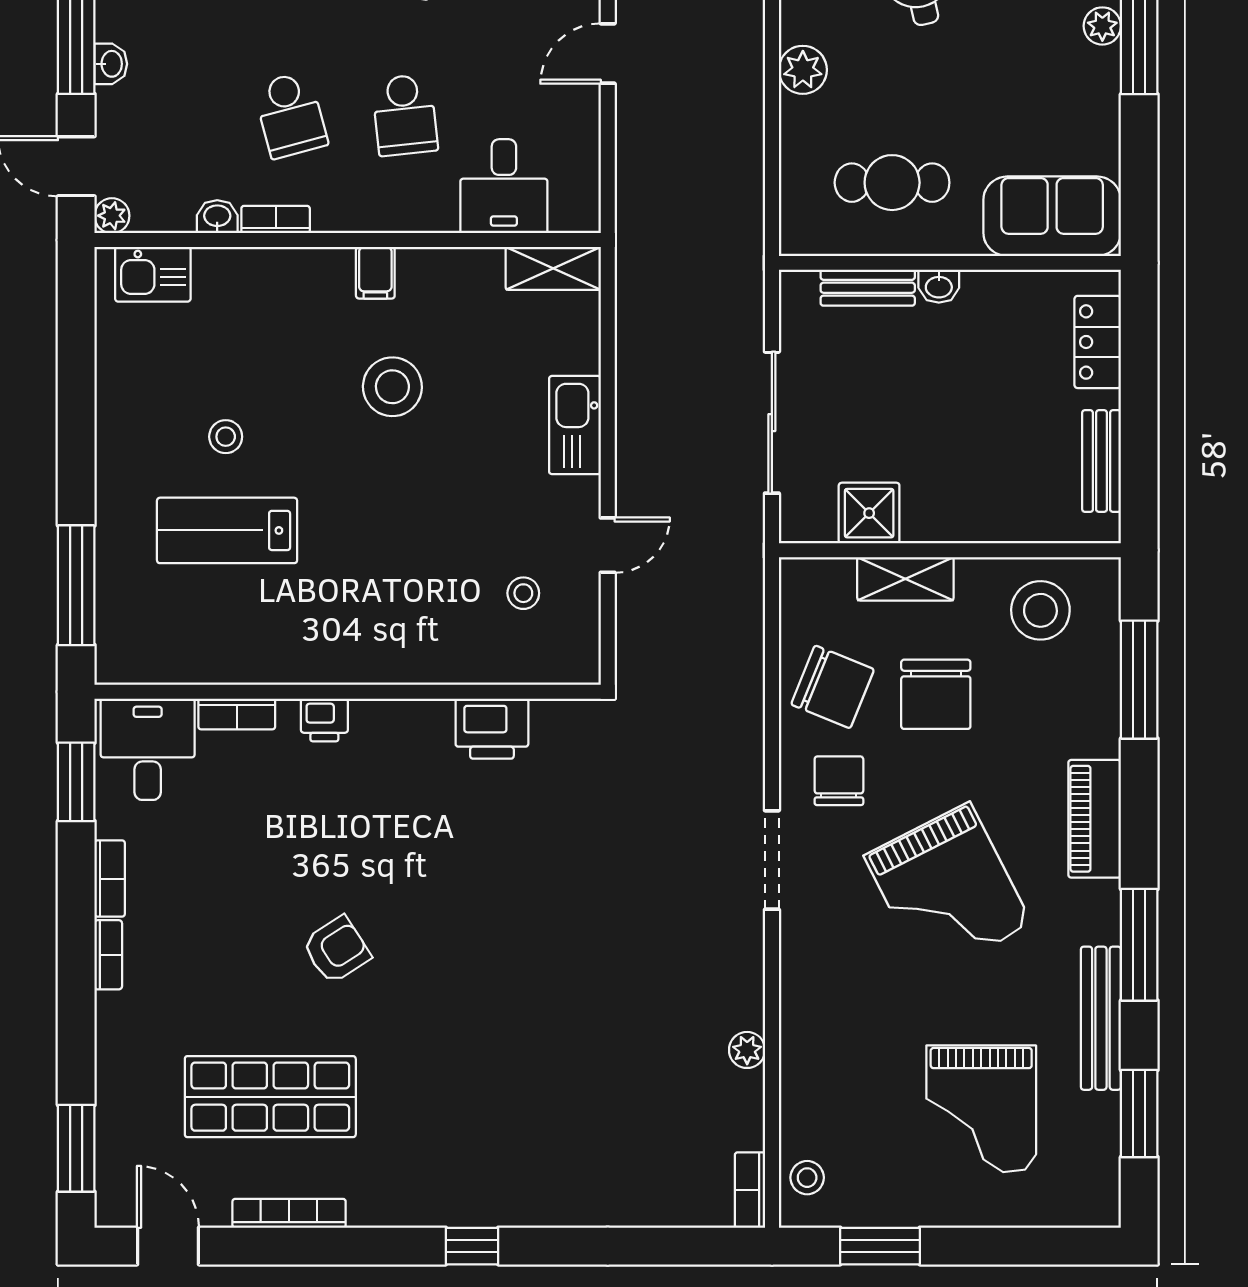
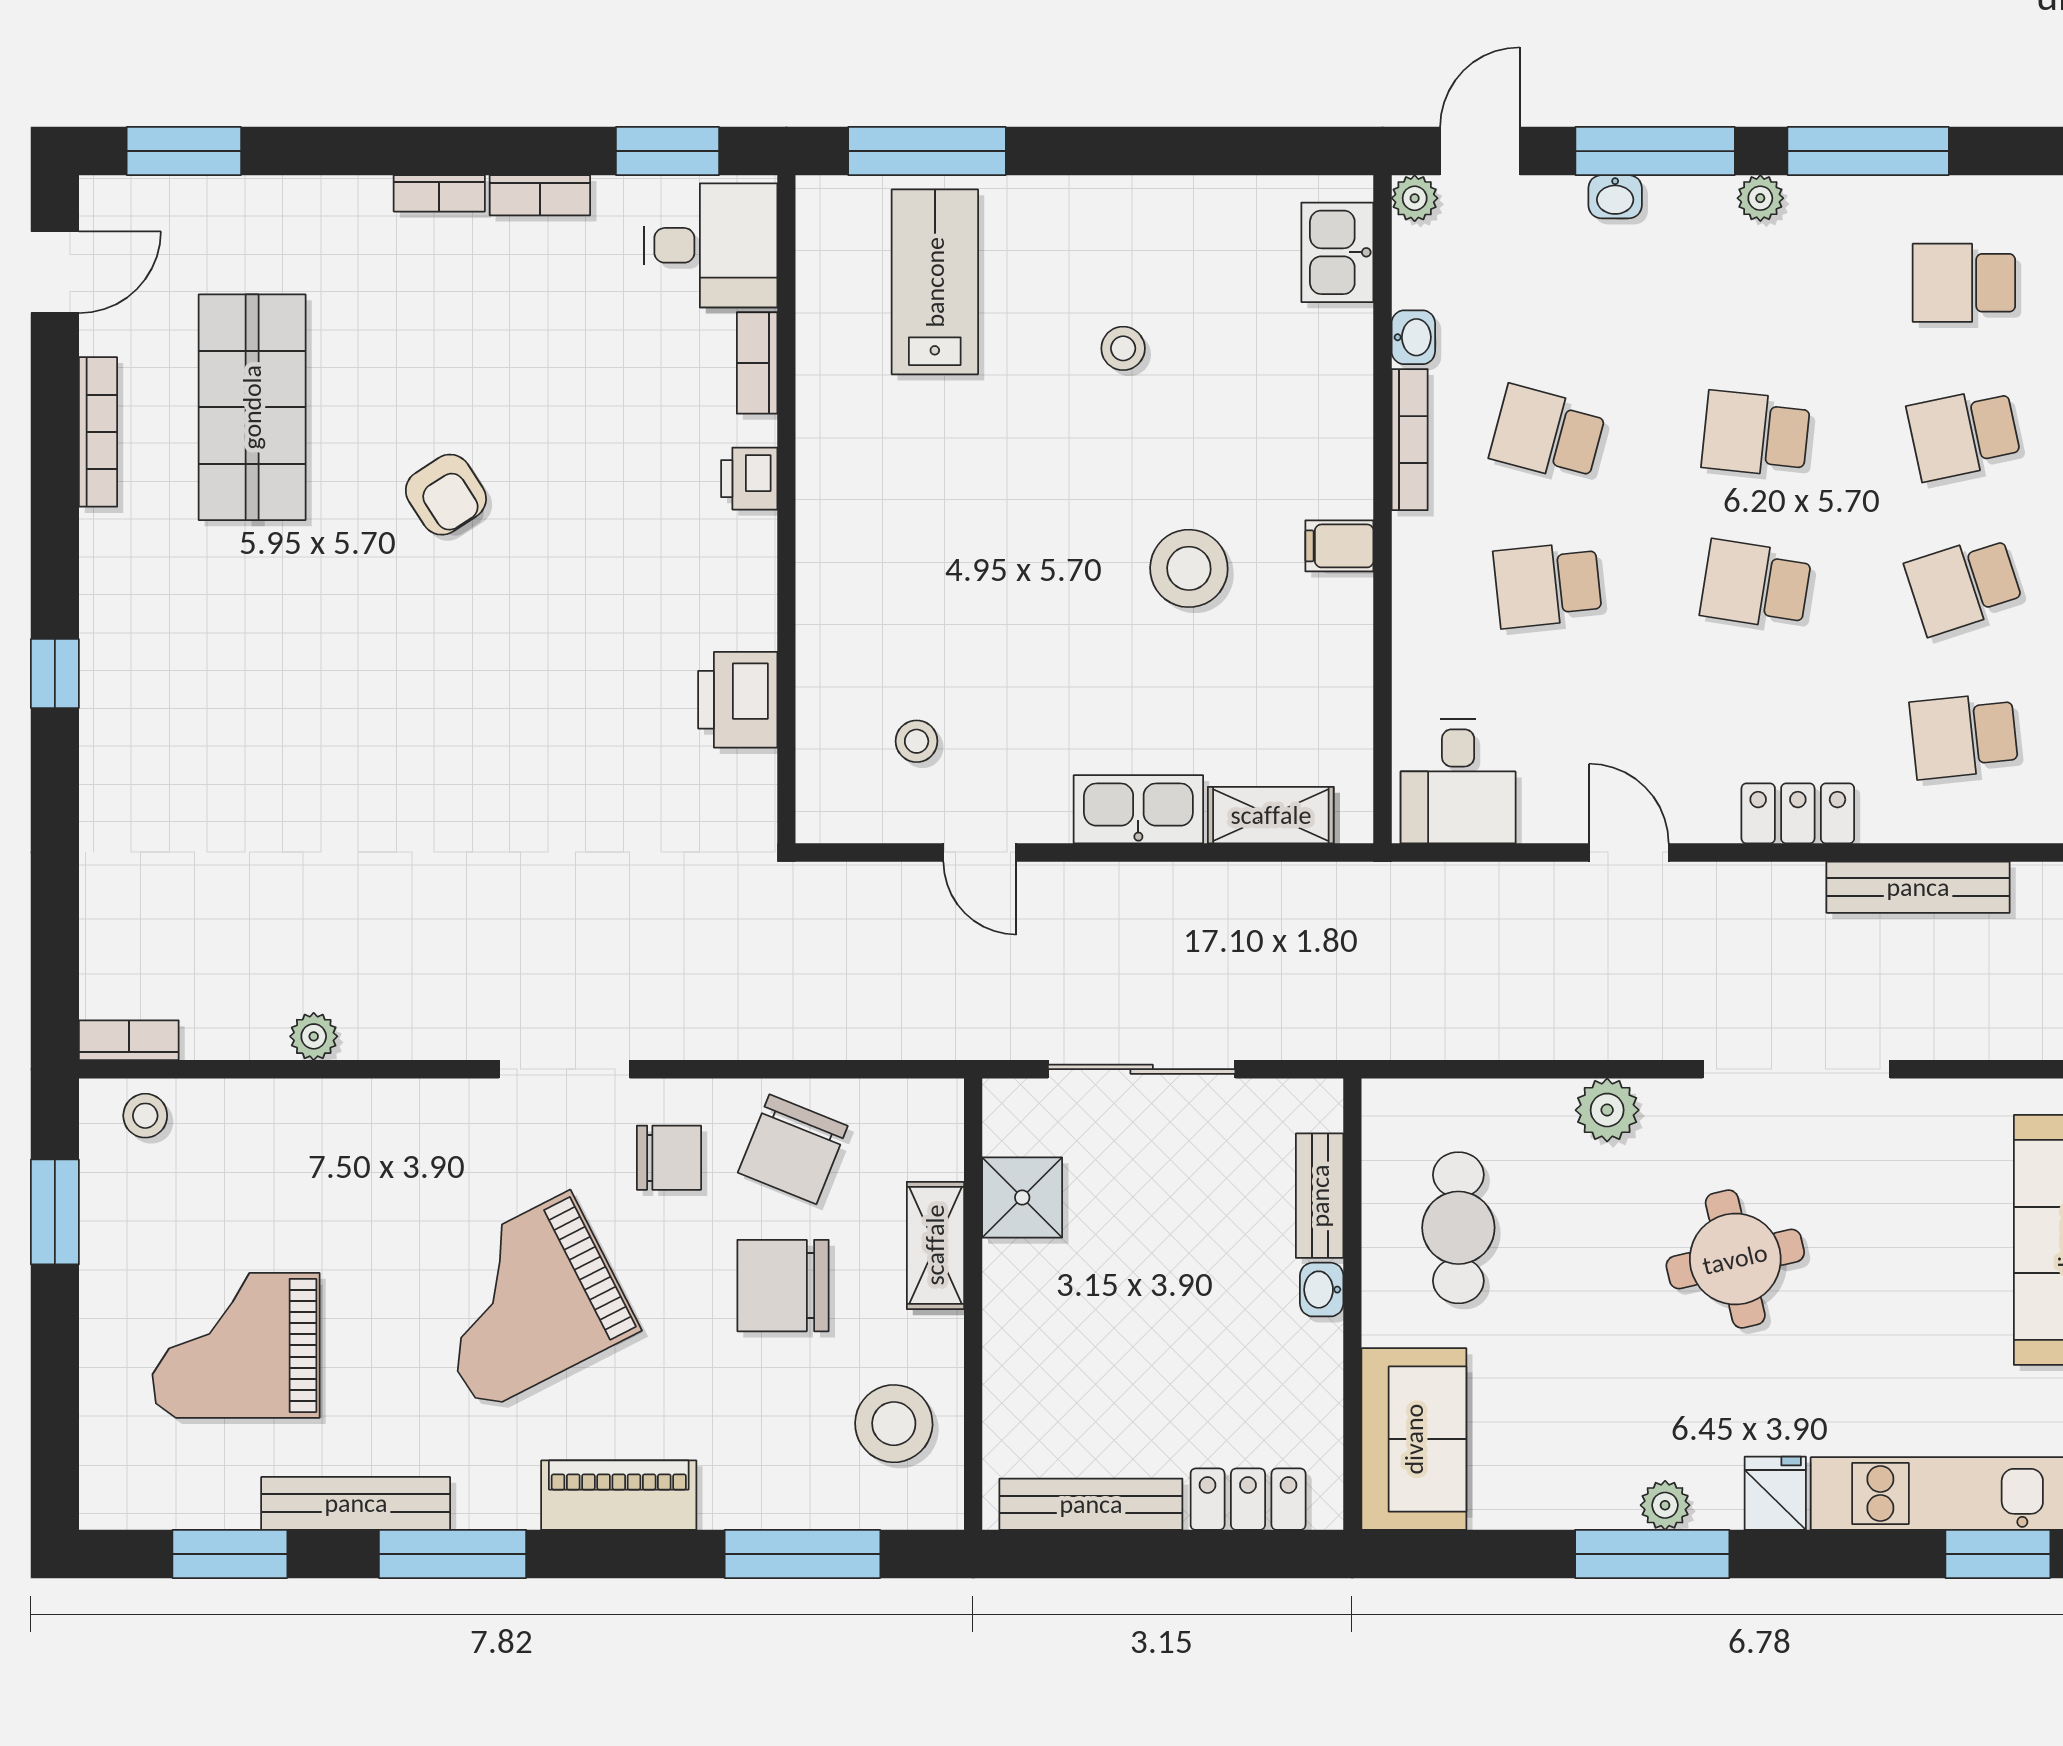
school desk: (290, 115) -> (1548, 434), turned 30
desk: (504, 186) -> (1458, 781), moved, turned -90
bookcase: (276, 220) -> (1410, 440), width x1.56
shelving: (553, 268) -> (1271, 815), moved, turned 90
bench: (1102, 461) -> (1091, 1504), width x1.36
lab bench: (227, 530) -> (935, 282), moved

